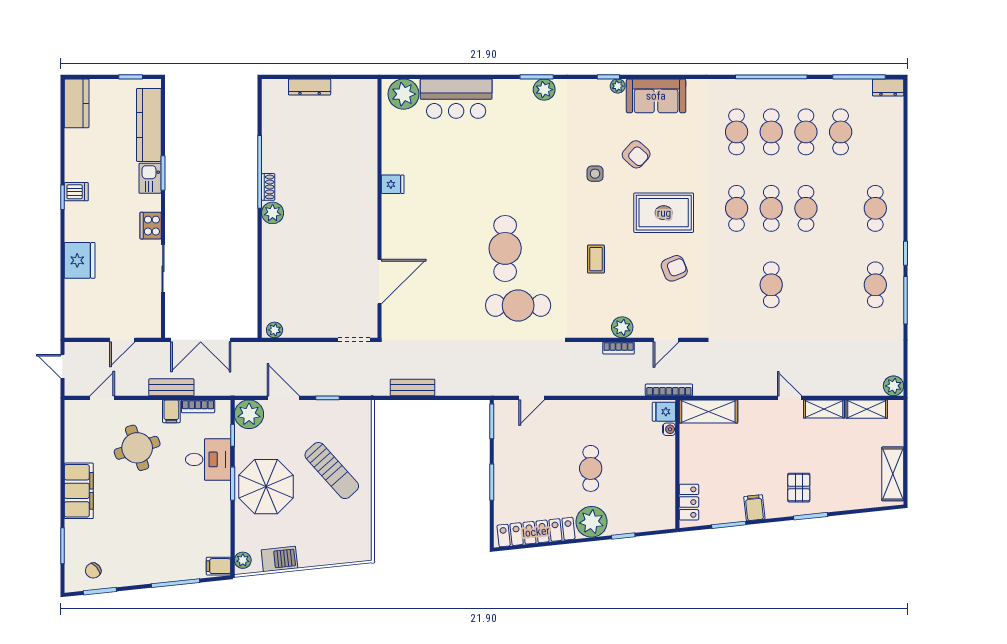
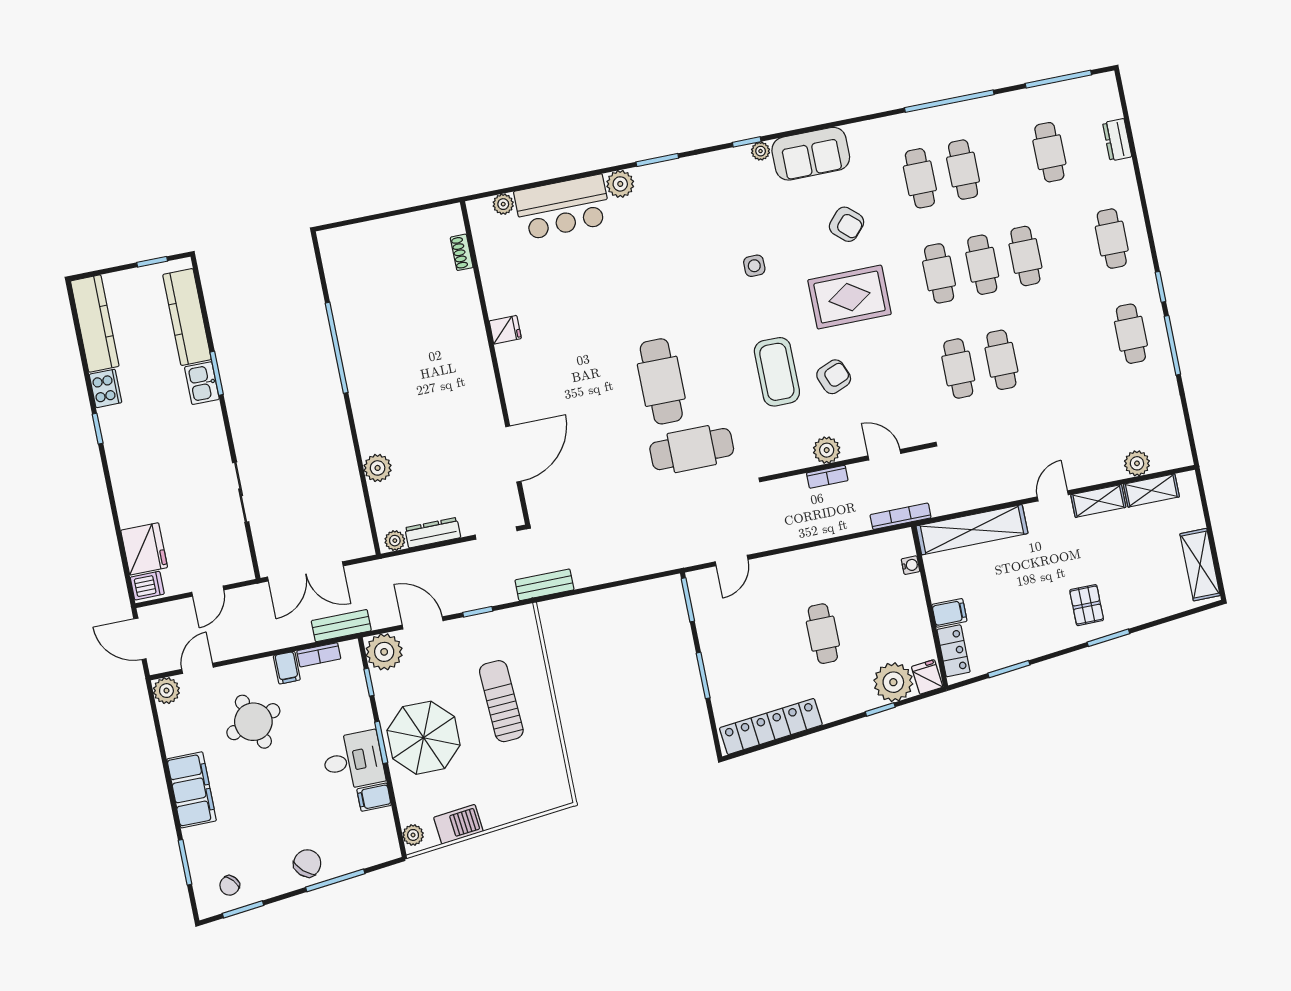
dresser: (310, 87) -> (433, 533), moved, turned 180
dresser: (888, 87) -> (1117, 140), moved, turned 90
plant: (544, 90) -> (620, 184), moved
plant: (404, 94) -> (503, 204), width x0.53, depth x0.53
kitchen counter: (77, 103) -> (95, 324), width x1.50
cafe table: (806, 132) -> (958, 369), moved
armchair: (636, 154) -> (847, 224), moved
shoe rack: (268, 187) -> (462, 252), moved, turned 180
dishwasher: (76, 192) -> (147, 586), moved
plant: (273, 213) -> (378, 468), moved
cooker: (151, 226) -> (106, 388), moved, turned 180
coffee table: (596, 259) -> (777, 372), width x1.86, depth x1.72
fridge: (80, 260) -> (144, 549), moved
armchair: (674, 268) -> (834, 377), moved
door: (666, 340) -> (884, 455), swing flipped
door: (62, 366) -> (140, 639), width x1.38
plant: (894, 386) -> (1137, 463), moved
bench: (171, 387) -> (341, 626), moved
bench: (413, 387) -> (544, 585), moved
door: (790, 398) -> (1053, 496), hinge flipped
plant: (75, 410) -> (166, 691), added
shelving: (708, 411) -> (972, 530), width x1.47
fridge: (664, 412) -> (927, 677), moved, turned 84
desk: (208, 459) -> (353, 761), moved
sun lounger: (332, 471) -> (501, 701), turned -141
filing cabinet: (754, 508) -> (949, 613), moved, turned 96
plant: (591, 522) -> (893, 682), moved
chair: (157, 566) -> (307, 863), added
filing cabinet: (219, 566) -> (374, 797), moved

